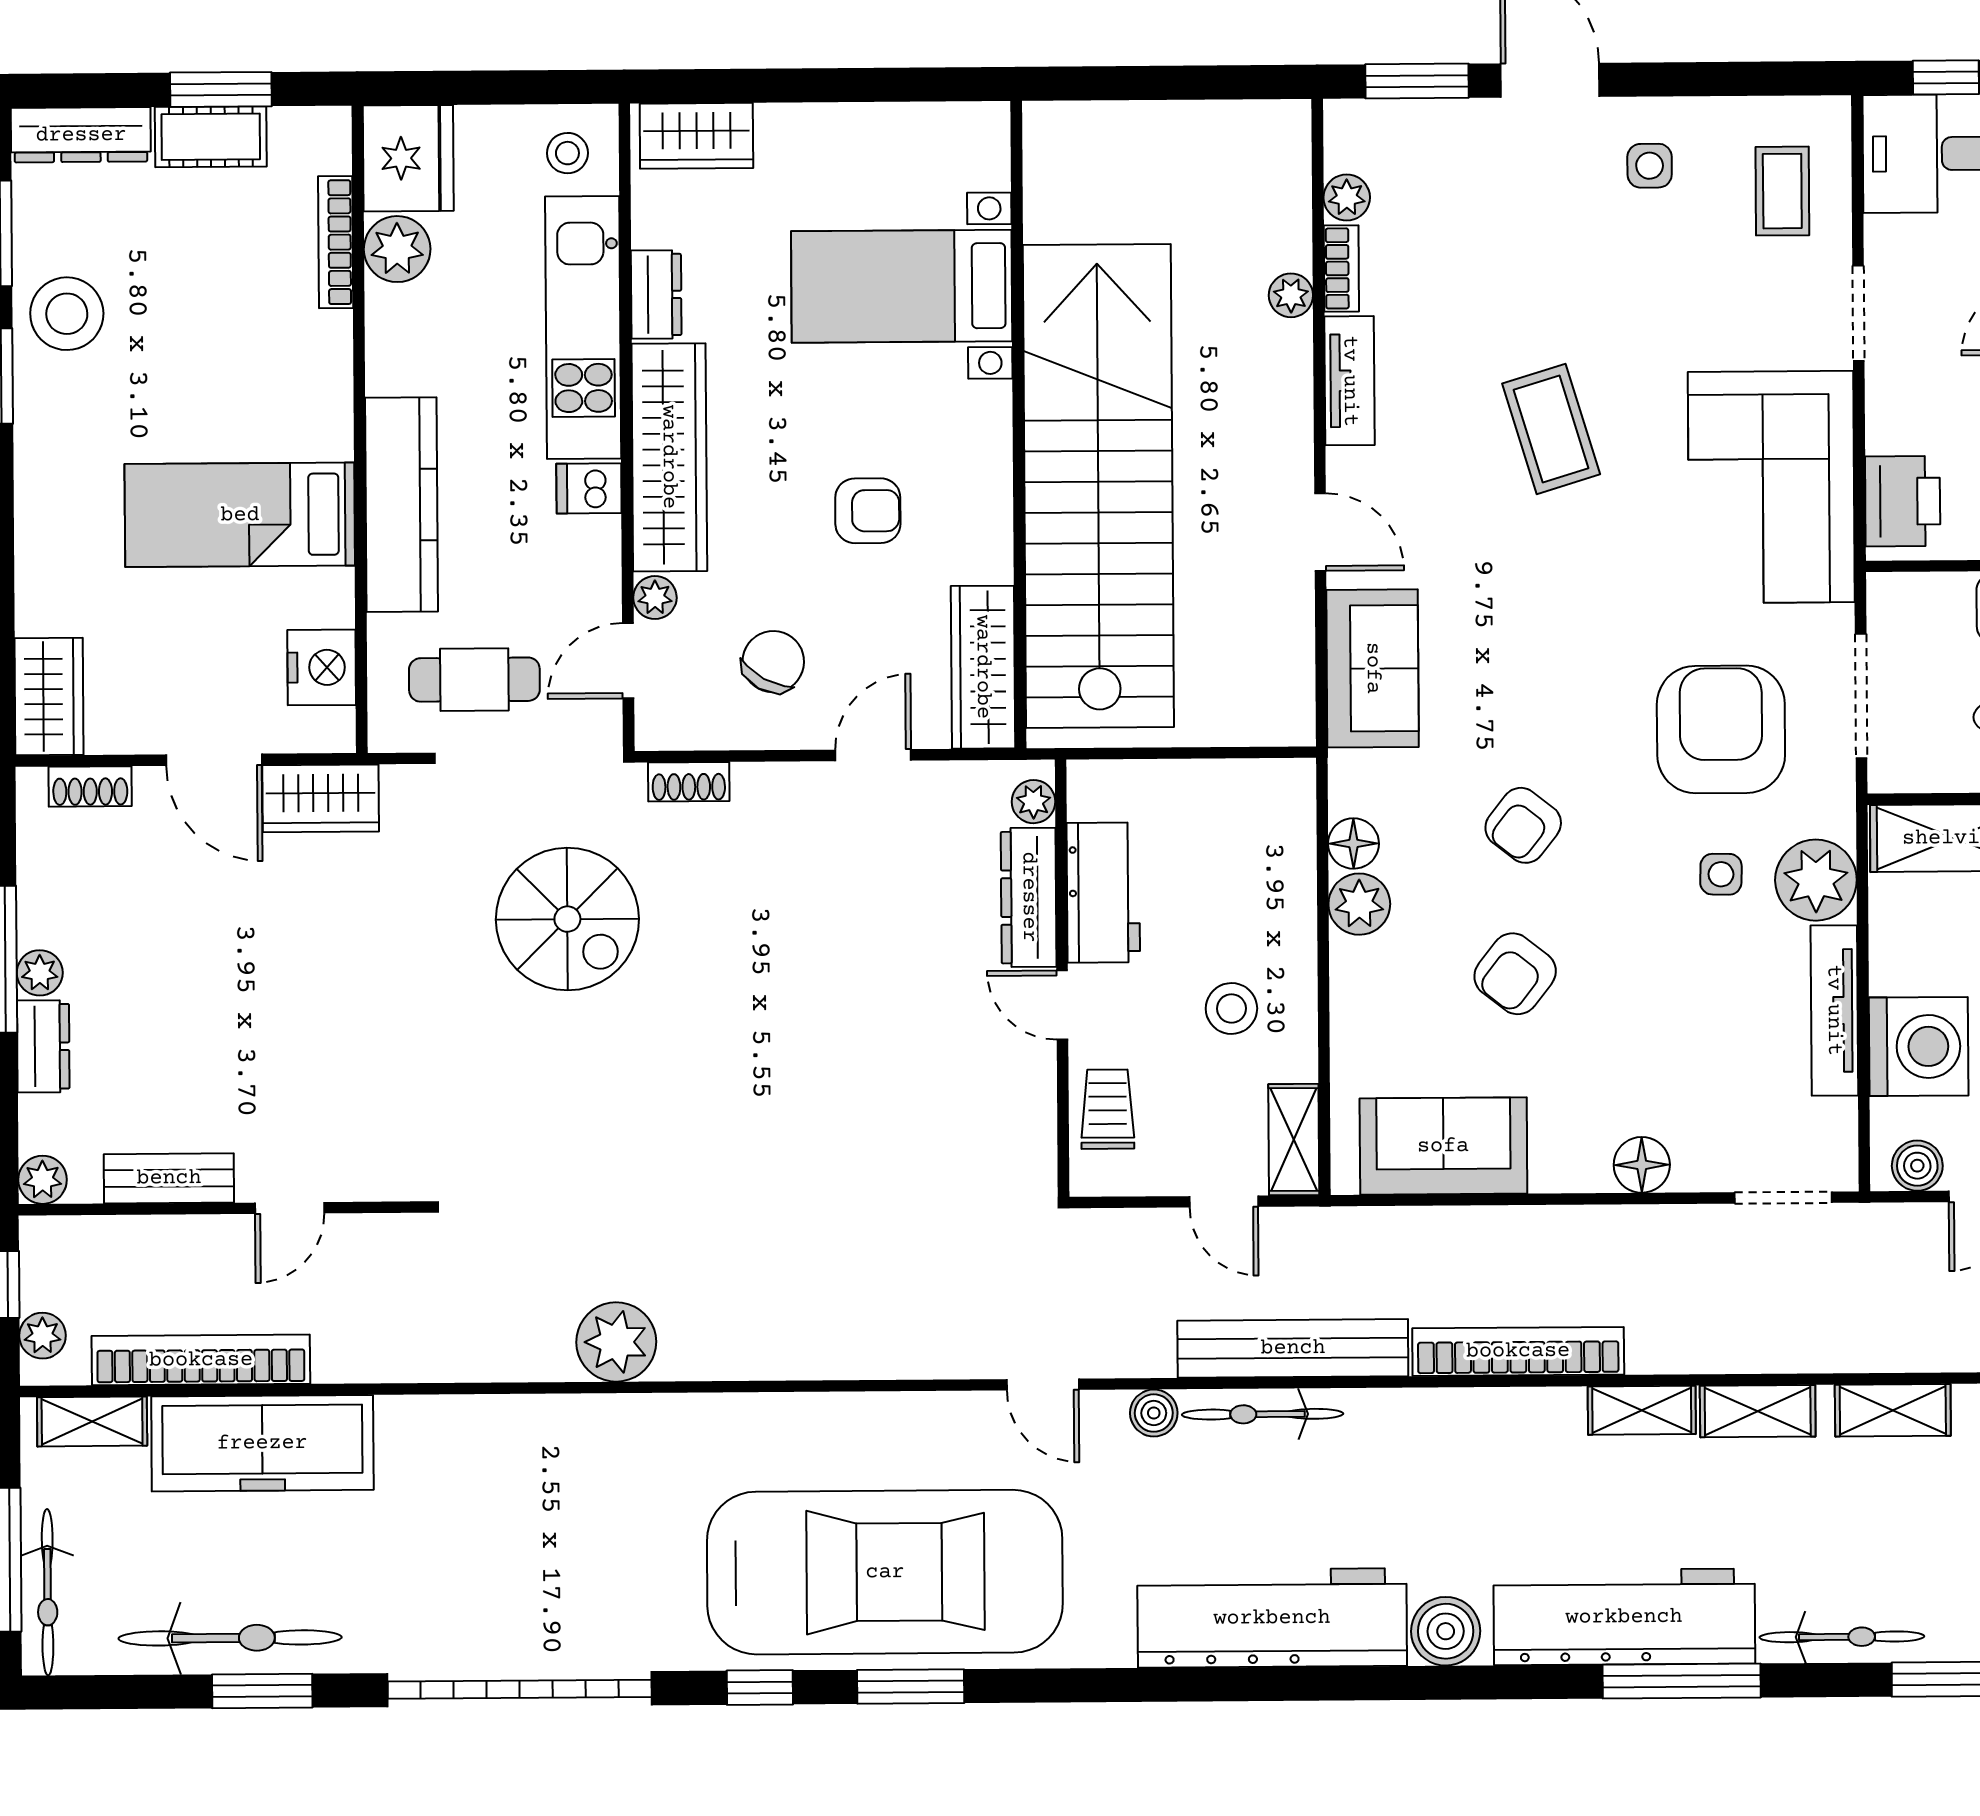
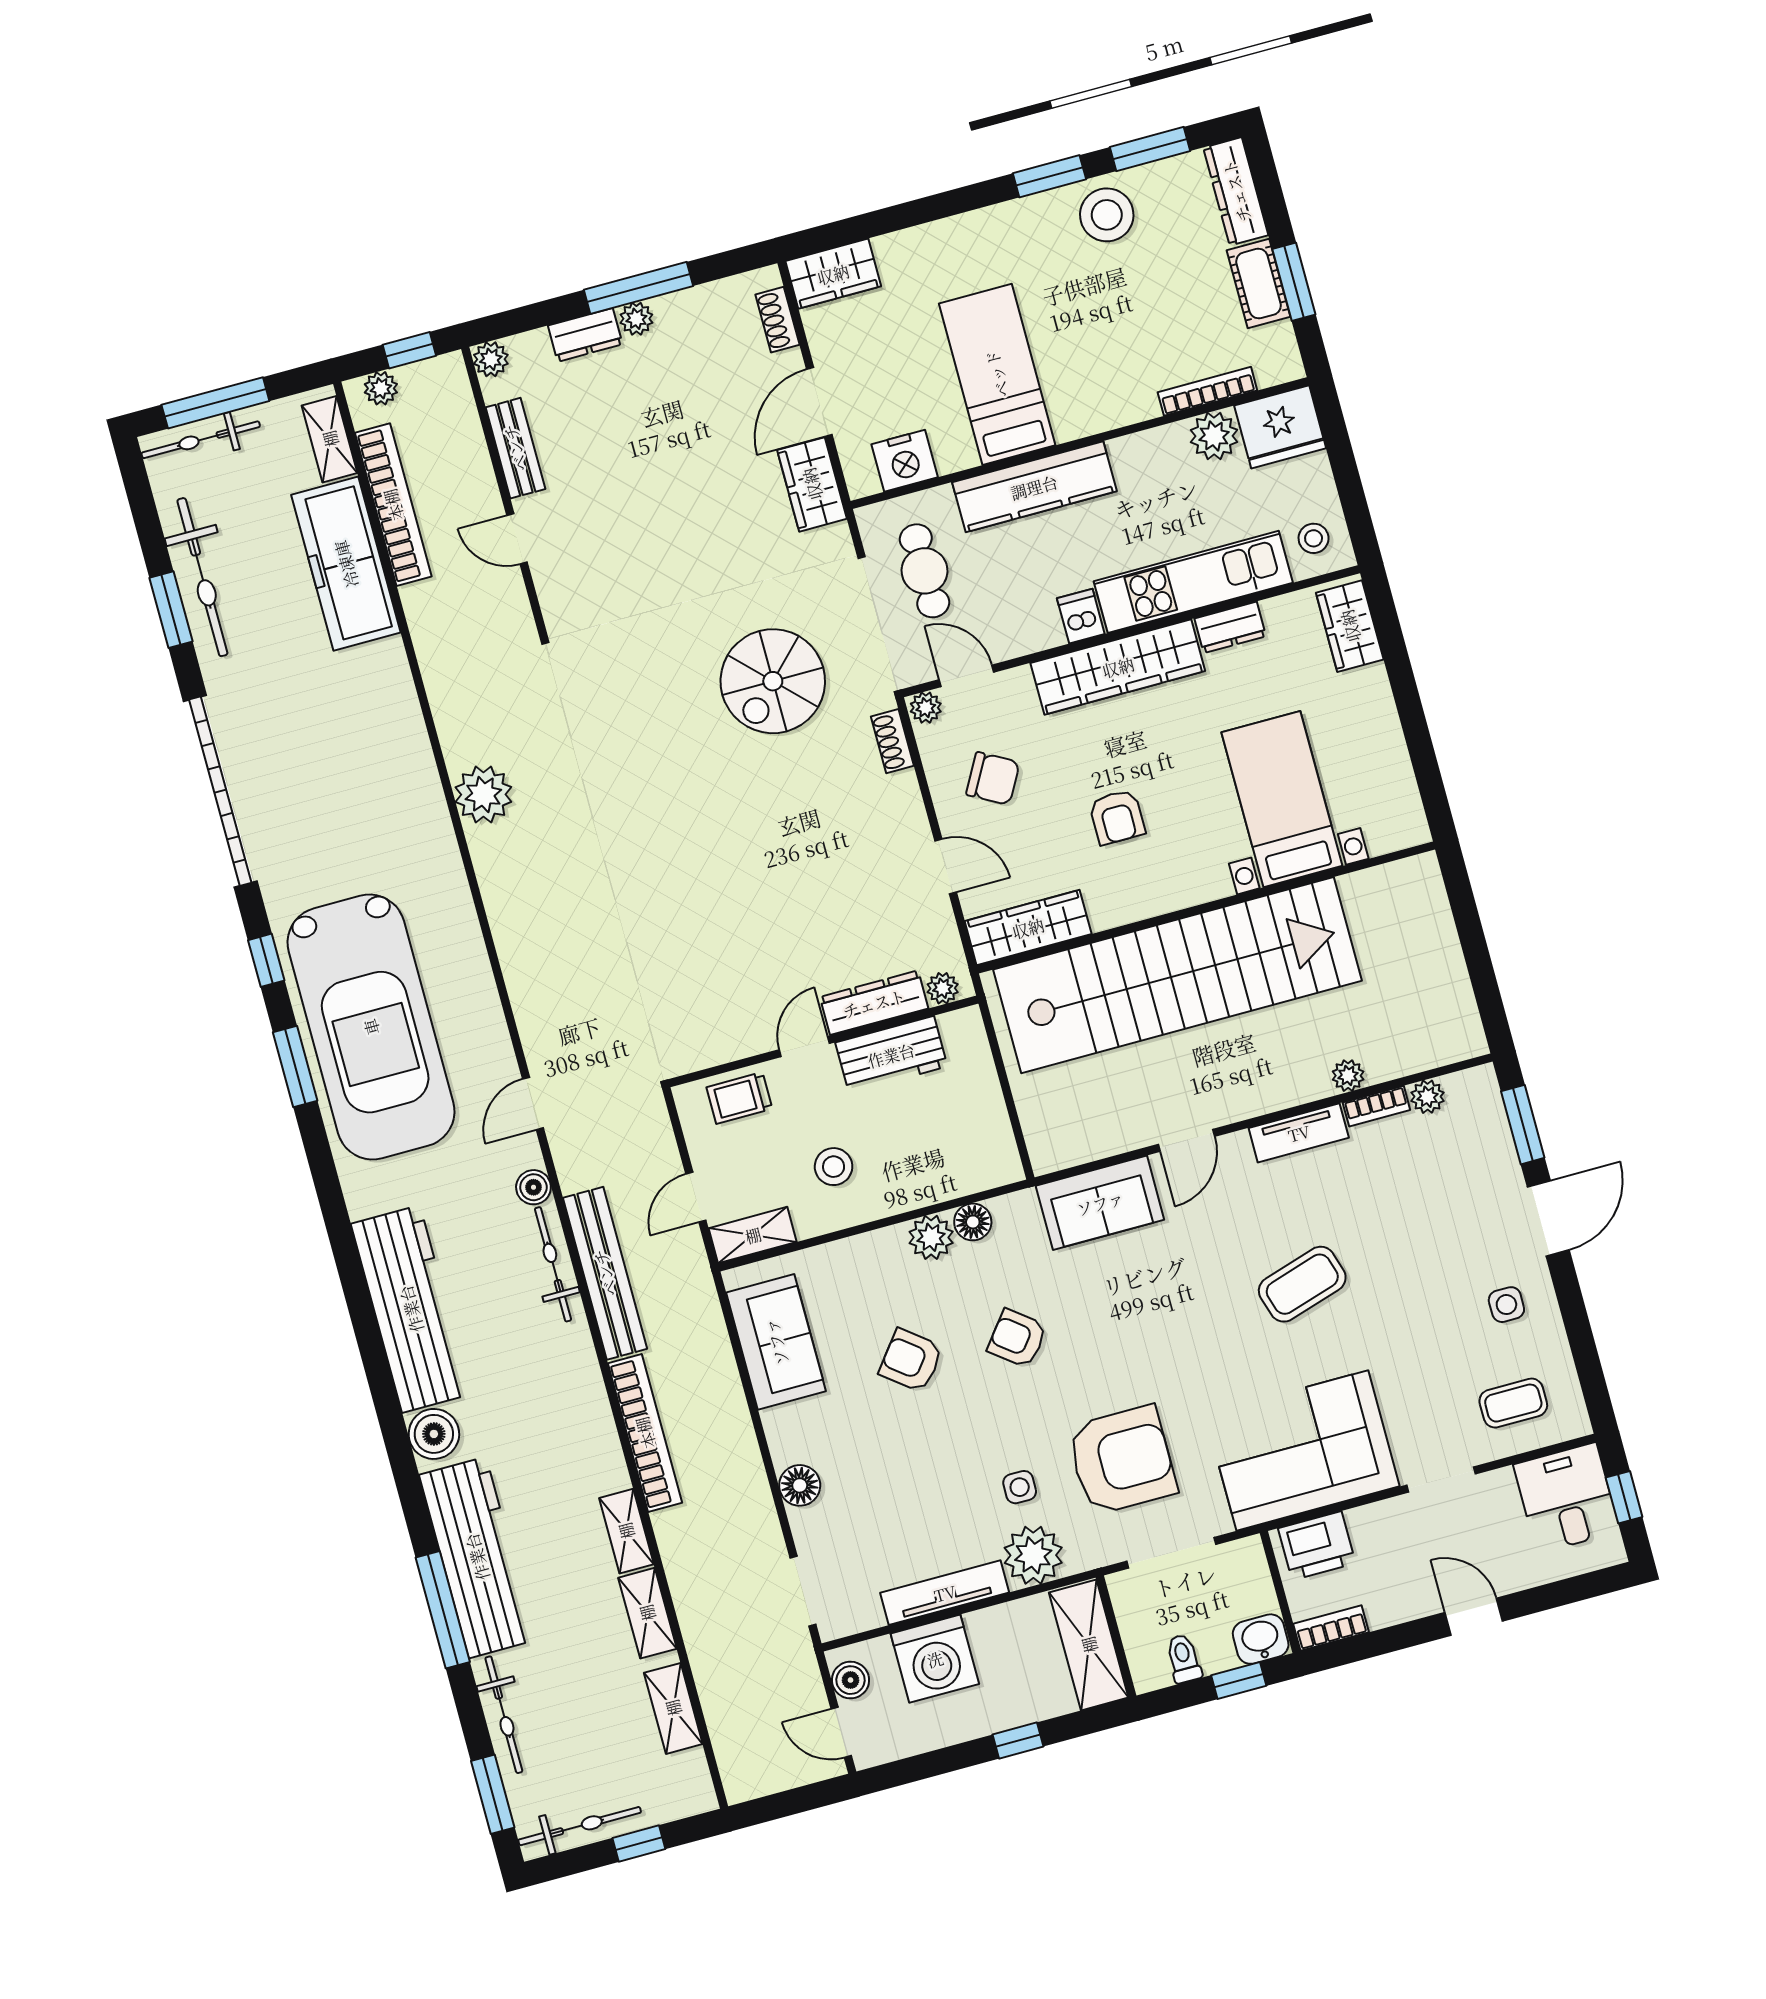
plant: (655, 598) -> (926, 708), moved
trolley: (1108, 1109) -> (739, 1098), turned 180

